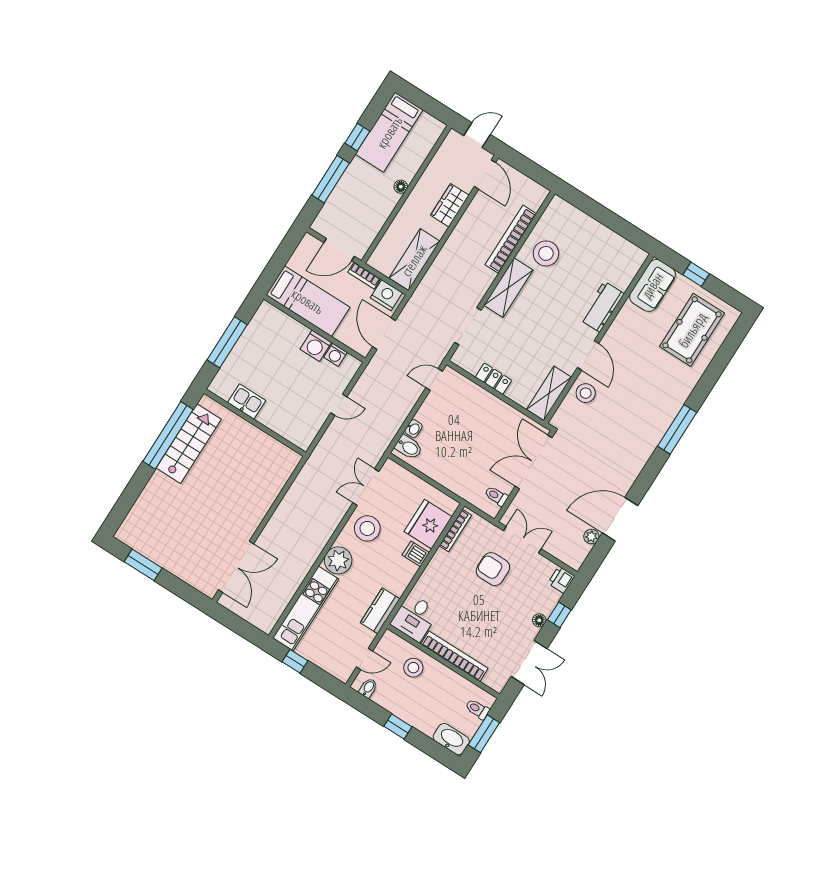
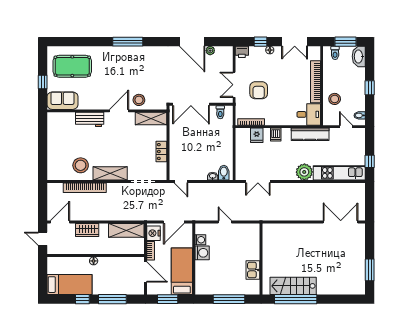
window: (282, 256) -> (168, 299), added
fridge: (428, 524) -> (257, 135), width x0.53, depth x0.75
stool: (367, 528) -> (279, 167), removed
kitchen counter: (380, 611) -> (310, 134), width x1.50
double door: (529, 663) -> (295, 42), swing flipped

